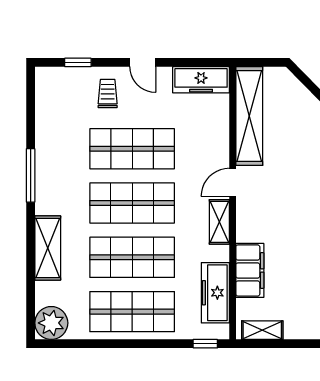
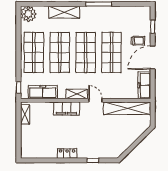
door: (143, 62) -> (153, 58), width x1.88
filing cabinet: (250, 270) -> (67, 109), moved

